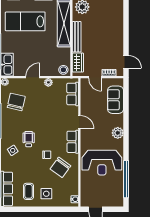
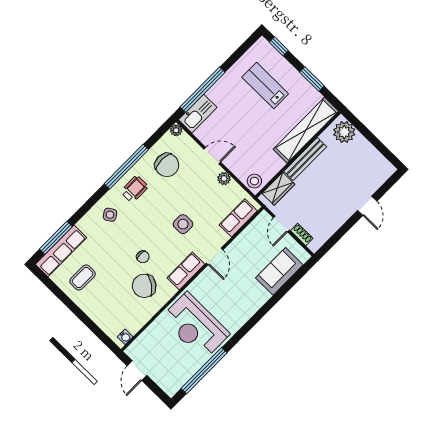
lab bench: (25, 21) -> (265, 86), width x0.73, depth x0.72
door: (126, 62) -> (367, 206), moved
chair: (16, 102) -> (167, 165), turned 77
plant: (118, 133) -> (245, 310), removed
wheelchair: (29, 139) -> (134, 189), moved
side table: (46, 194) -> (183, 224), moved

